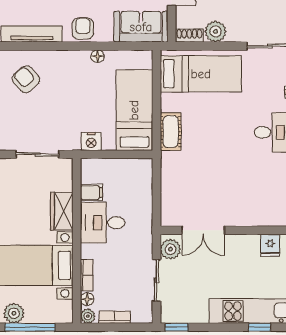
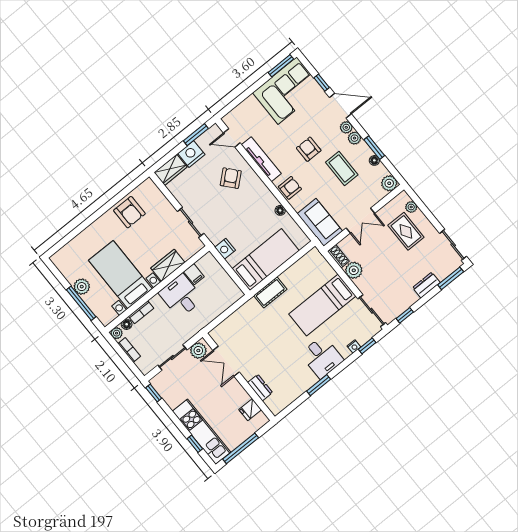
bed: (201, 74) -> (322, 305), moved, turned 90
dresser: (256, 218) -> (260, 388), added

